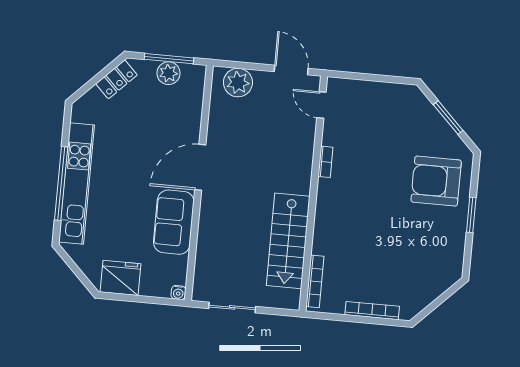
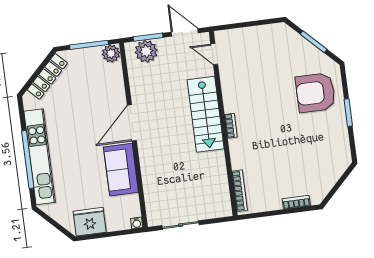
window: (244, 66) -> (148, 37), added
plant: (169, 73) -> (111, 54), moved
locker: (117, 79) -> (47, 76), width x1.53
bookcase: (325, 162) -> (231, 126), moved
stairs: (288, 241) -> (206, 114), moved
bookcase: (372, 311) -> (296, 202), width x0.64

